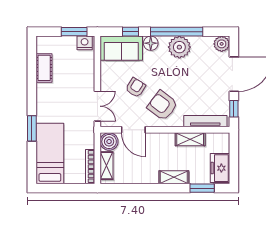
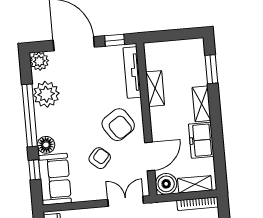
plant: (179, 47) -> (46, 94), moved
armchair: (136, 88) -> (100, 158), turned 99
armchair: (162, 106) -> (118, 125), turned -71
freezer: (220, 168) -> (201, 140), moved, turned 90

